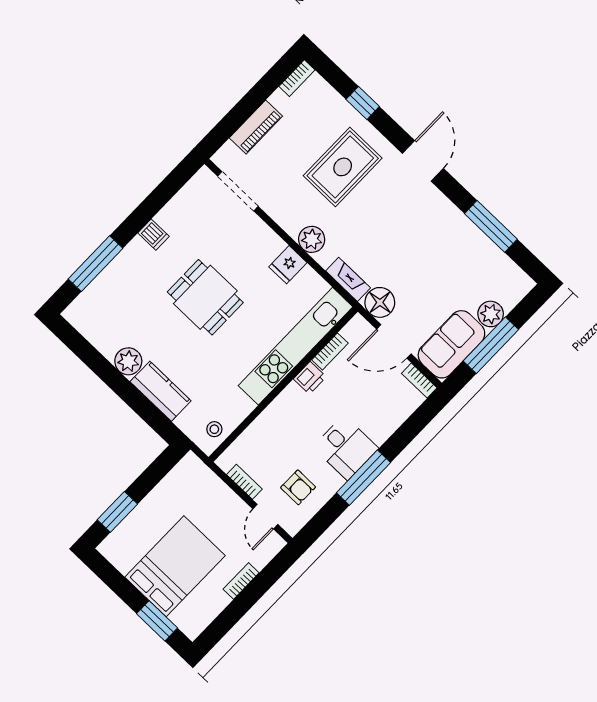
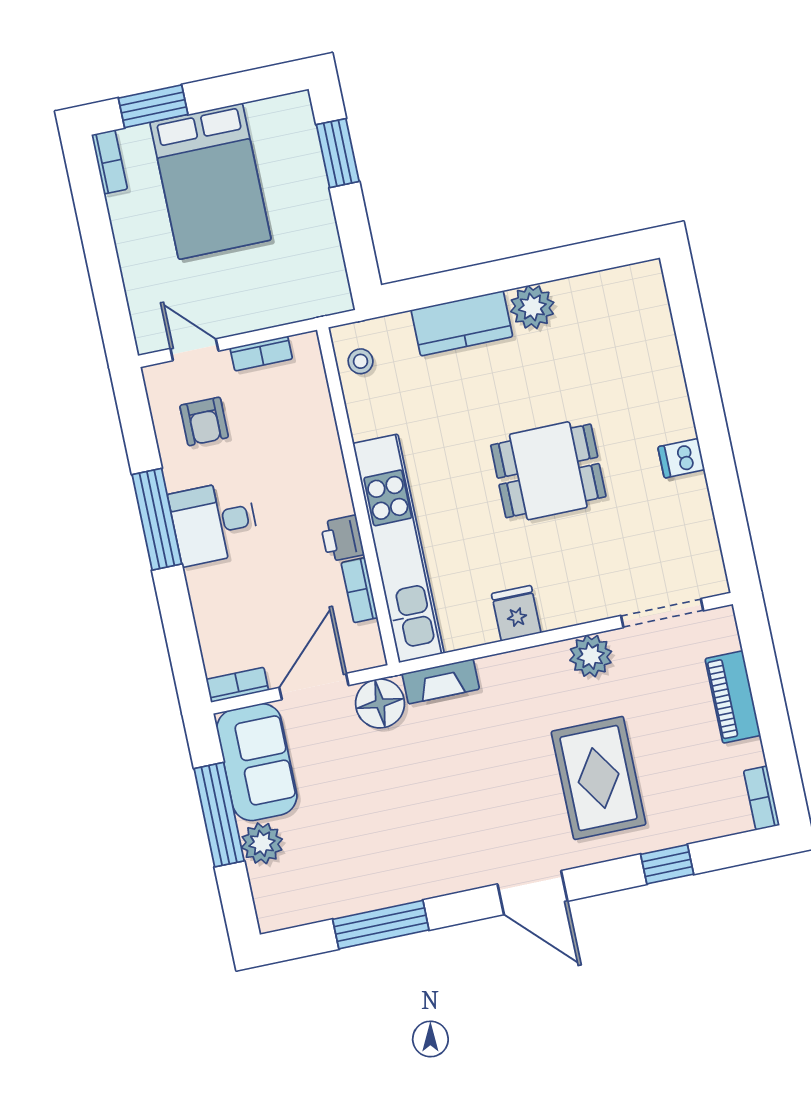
plant: (312, 239) -> (591, 656), moved
window: (95, 264) -> (695, 353), removed
armchair: (298, 487) -> (204, 421), turned -90
bookcase: (241, 581) -> (109, 162), moved

